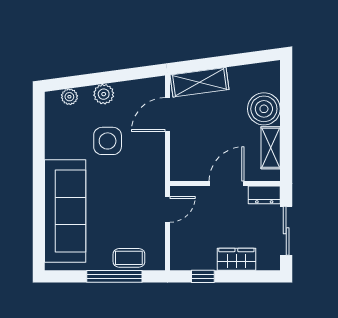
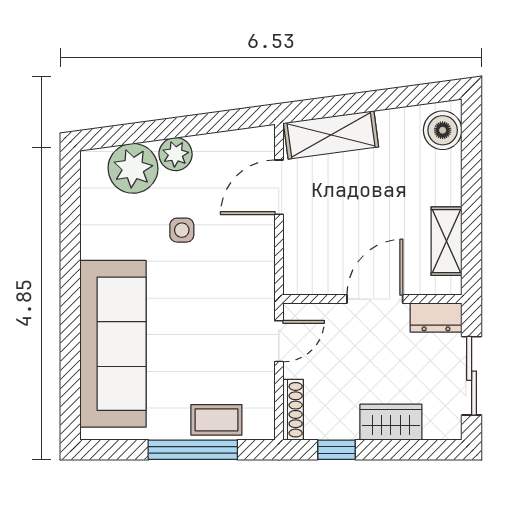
plant: (69, 97) -> (133, 168), width x1.87, depth x1.87
boiler: (264, 109) -> (443, 130), moved, width x0.73, depth x0.73
side table: (108, 141) -> (182, 230), width x0.54, depth x0.54
shoe rack: (176, 252) -> (293, 410), added

